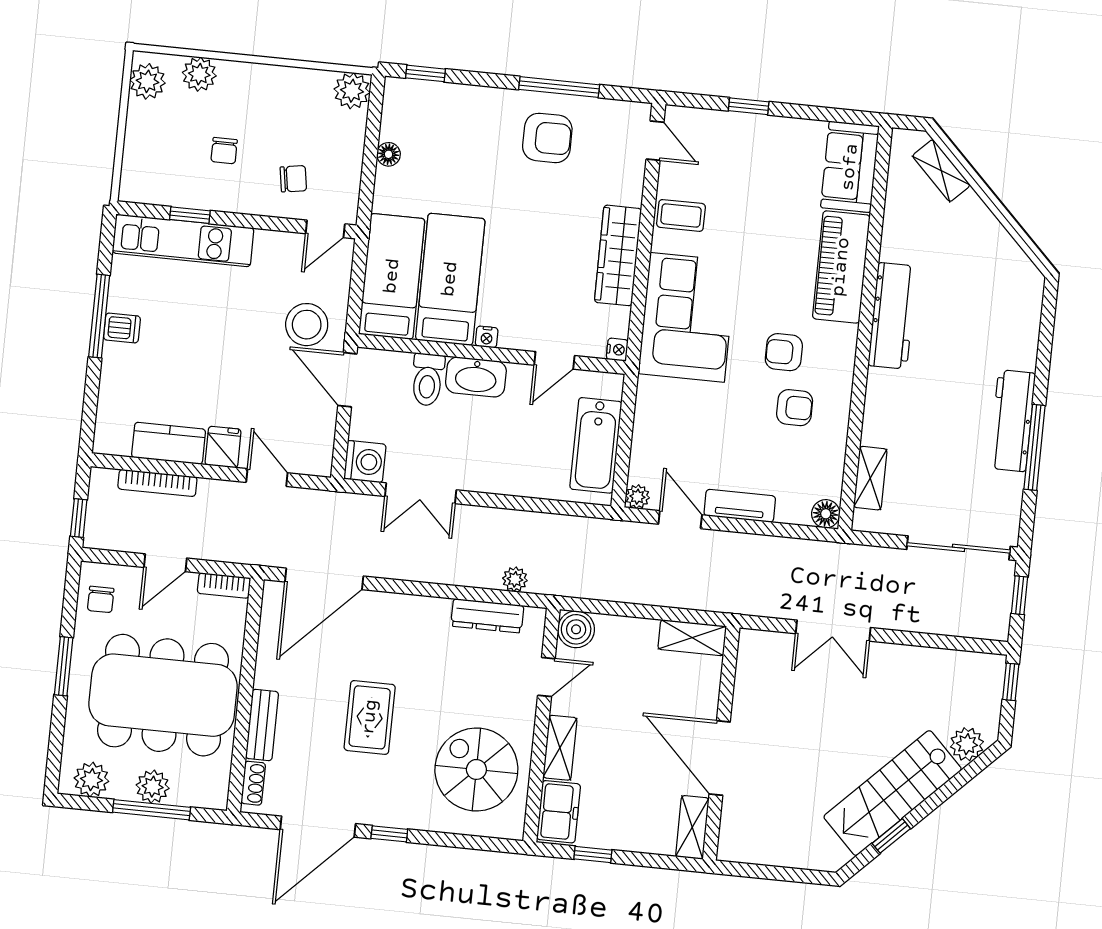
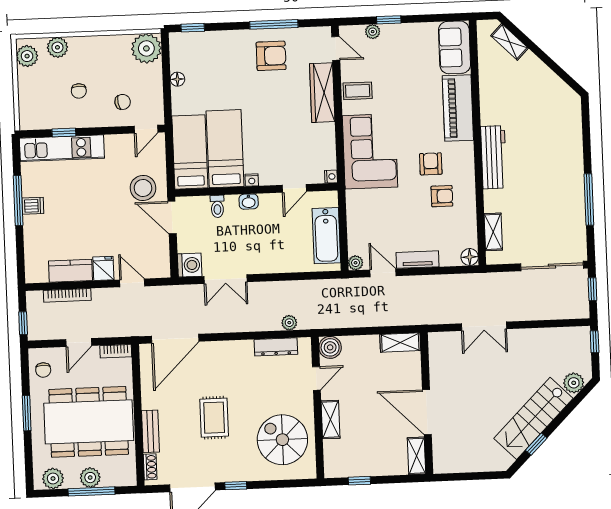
plant: (352, 91) -> (146, 48), width x1.36, depth x1.36
plant: (719, 122) -> (373, 32), added
wardrobe: (618, 255) -> (322, 93), moved
workbench: (892, 316) -> (494, 157), moved
armchair: (784, 352) -> (431, 164), turned 90
washbasin: (476, 377) -> (249, 202), width x0.52, depth x0.69
toilet: (428, 380) -> (217, 206), width x0.73, depth x0.72
workbench: (1012, 421) -> (573, 185), removed
freezer: (559, 812) -> (335, 458), removed

